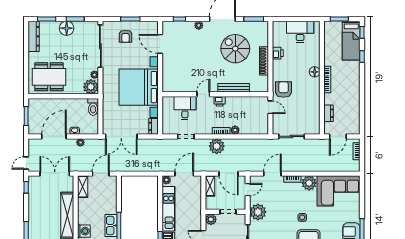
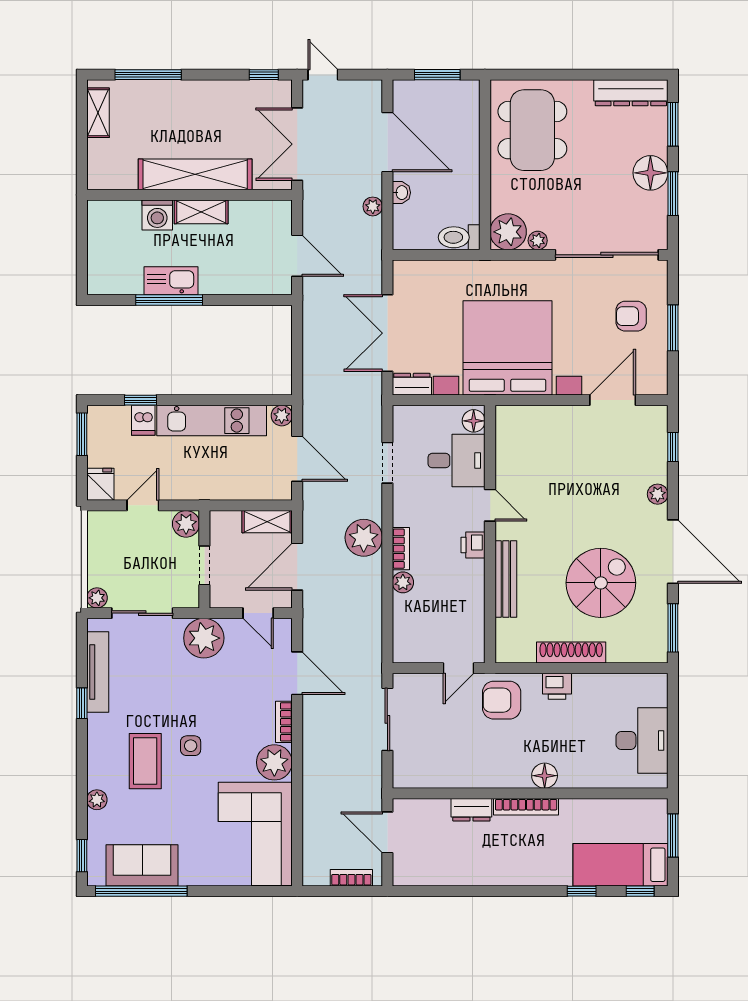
printer: (278, 53) -> (557, 686), moved
armchair: (283, 89) -> (502, 700), turned 180
floor lamp: (169, 101) -> (474, 421), added
dresser: (329, 113) -> (471, 810), moved
double door: (121, 136) -> (387, 333), moved
double door: (55, 174) -> (297, 144), swing flipped
shelving: (83, 187) -> (201, 212), moved

